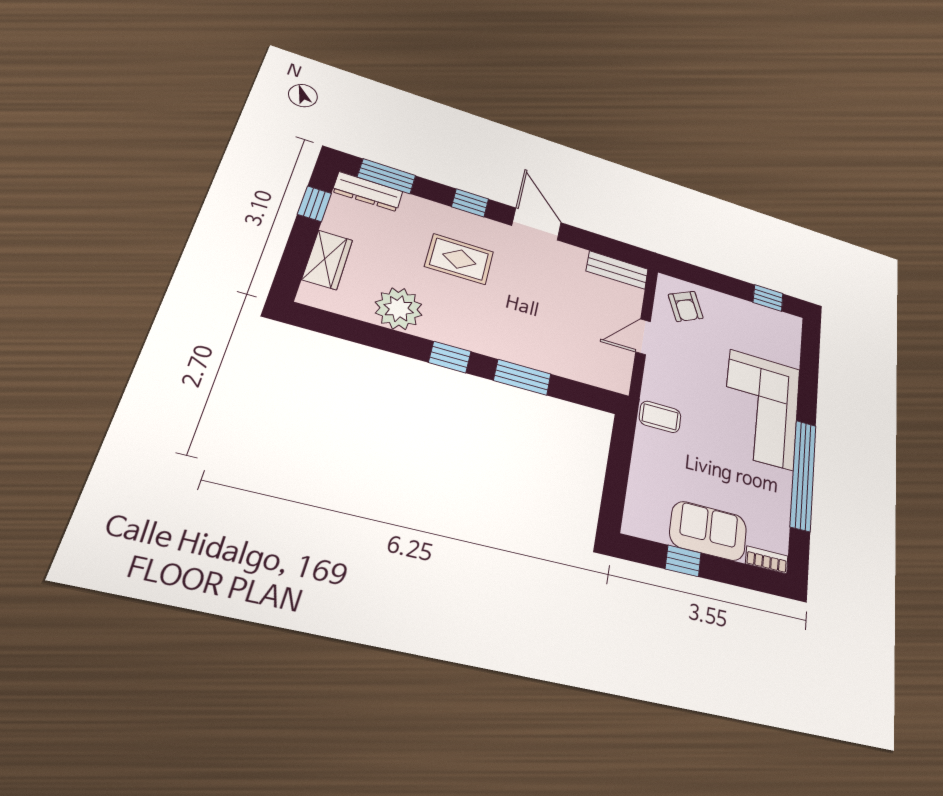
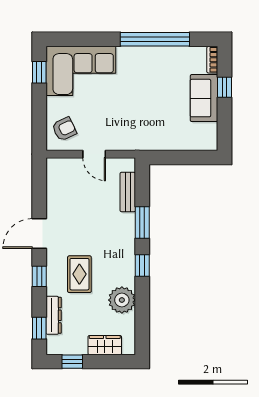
window: (387, 176) -> (39, 328), width x0.67
dresser: (368, 192) -> (54, 315), moved
bench: (617, 270) -> (128, 192), moved
corner sofa: (761, 409) -> (81, 71), moved
coffee table: (660, 417) -> (143, 136), removed
window: (683, 561) -> (225, 87), moved

